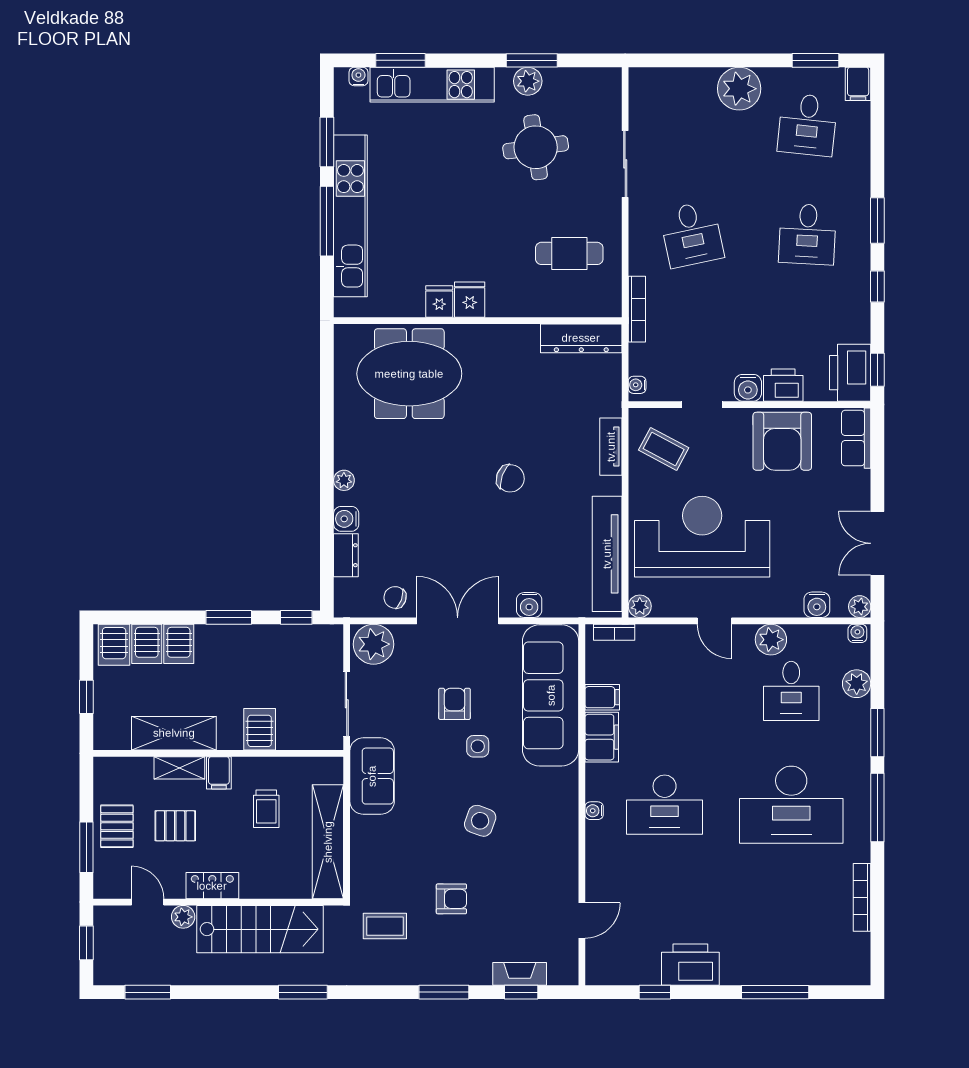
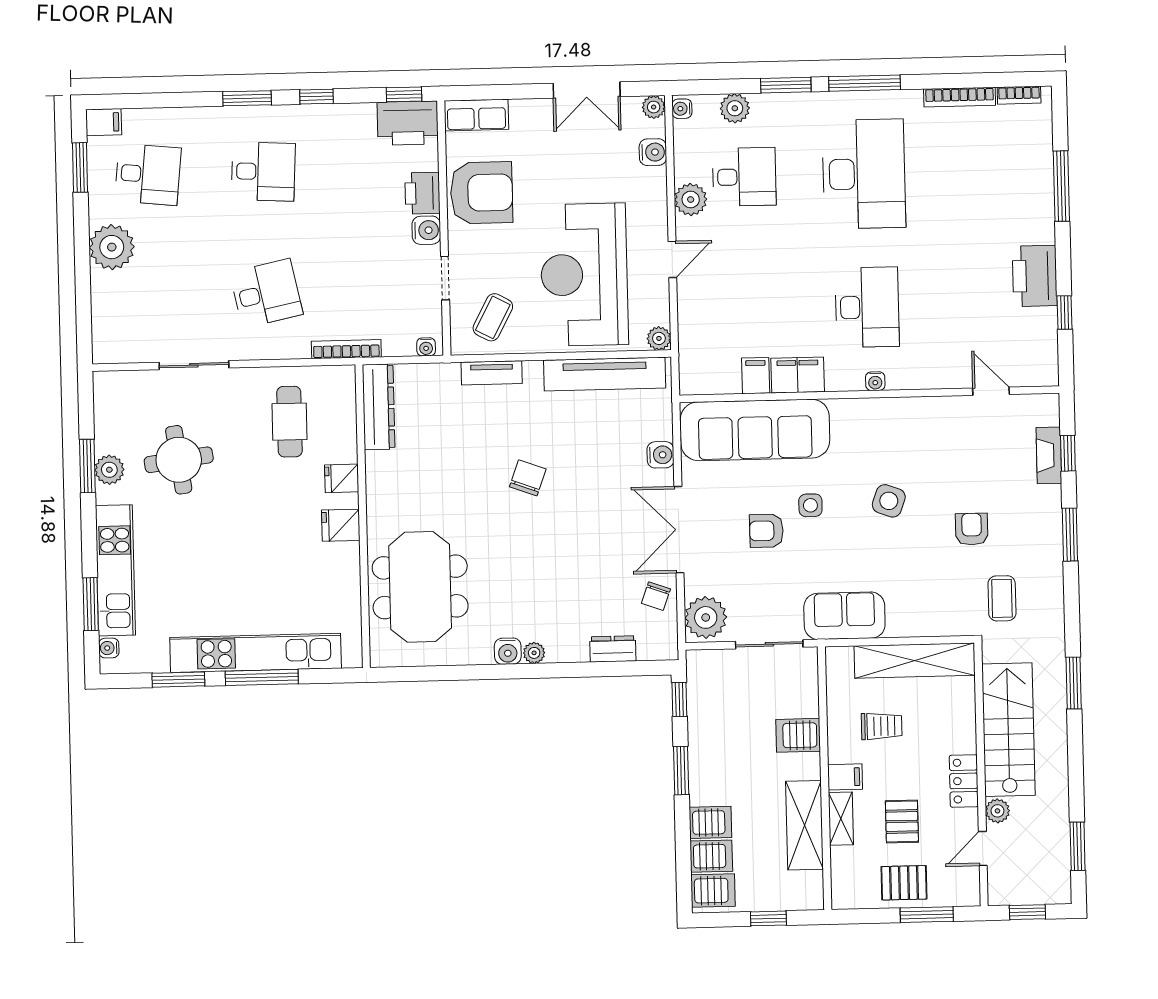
fridge: (439, 302) -> (342, 478), moved
water cooler: (346, 519) -> (508, 651), moved
bookcase: (614, 632) -> (1019, 95), moved, turned 90

